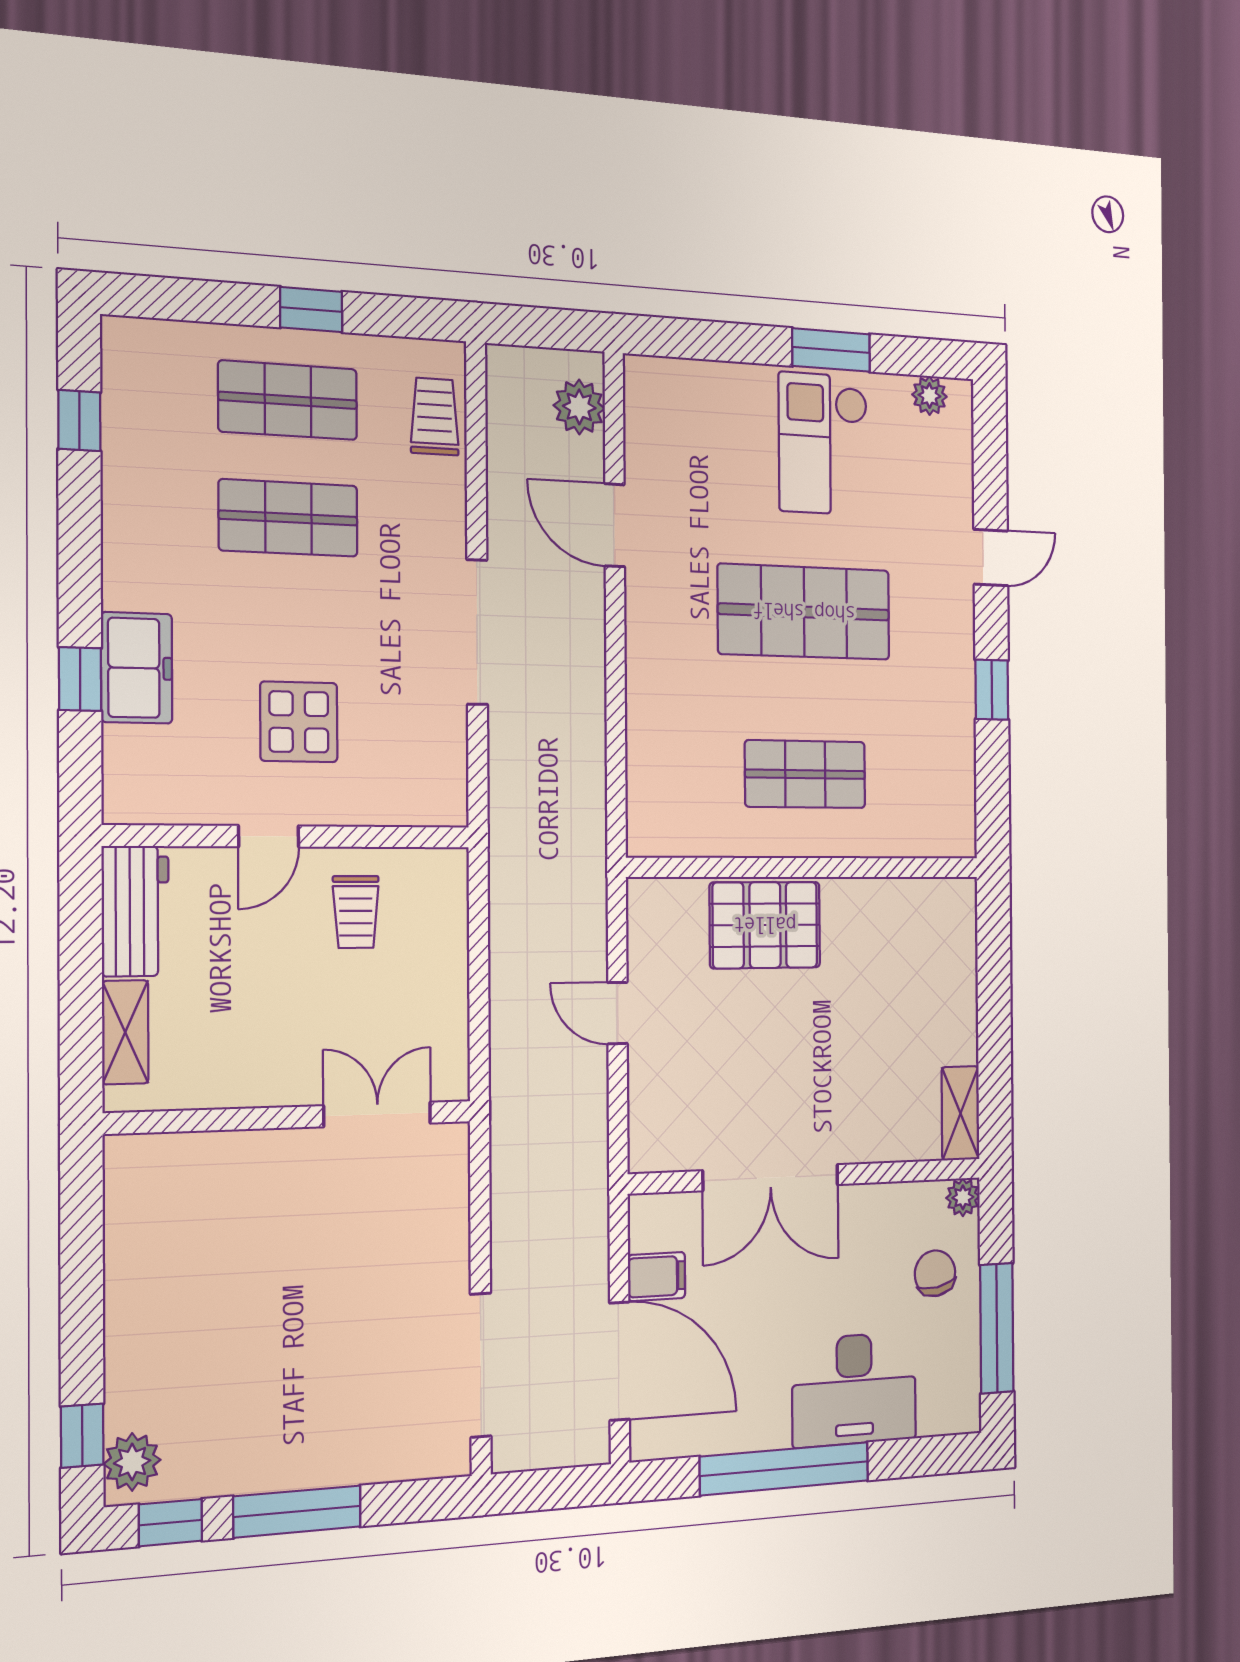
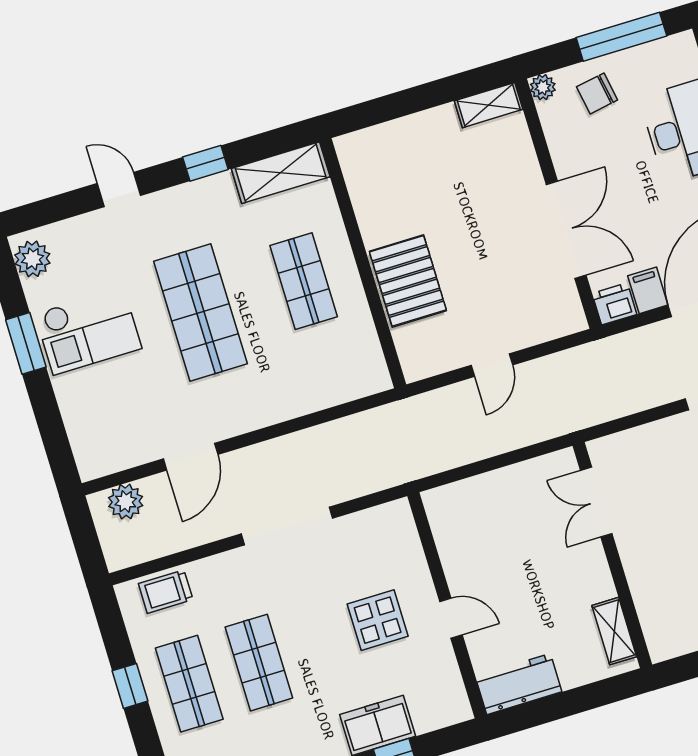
plant: (929, 396) -> (32, 259), width x1.38, depth x1.38
shelving: (952, 790) -> (281, 173), added
trolley: (356, 912) -> (480, 552), removed
shelving: (125, 1032) -> (614, 631), moved, turned 90
printer: (652, 1221) -> (614, 304), added

